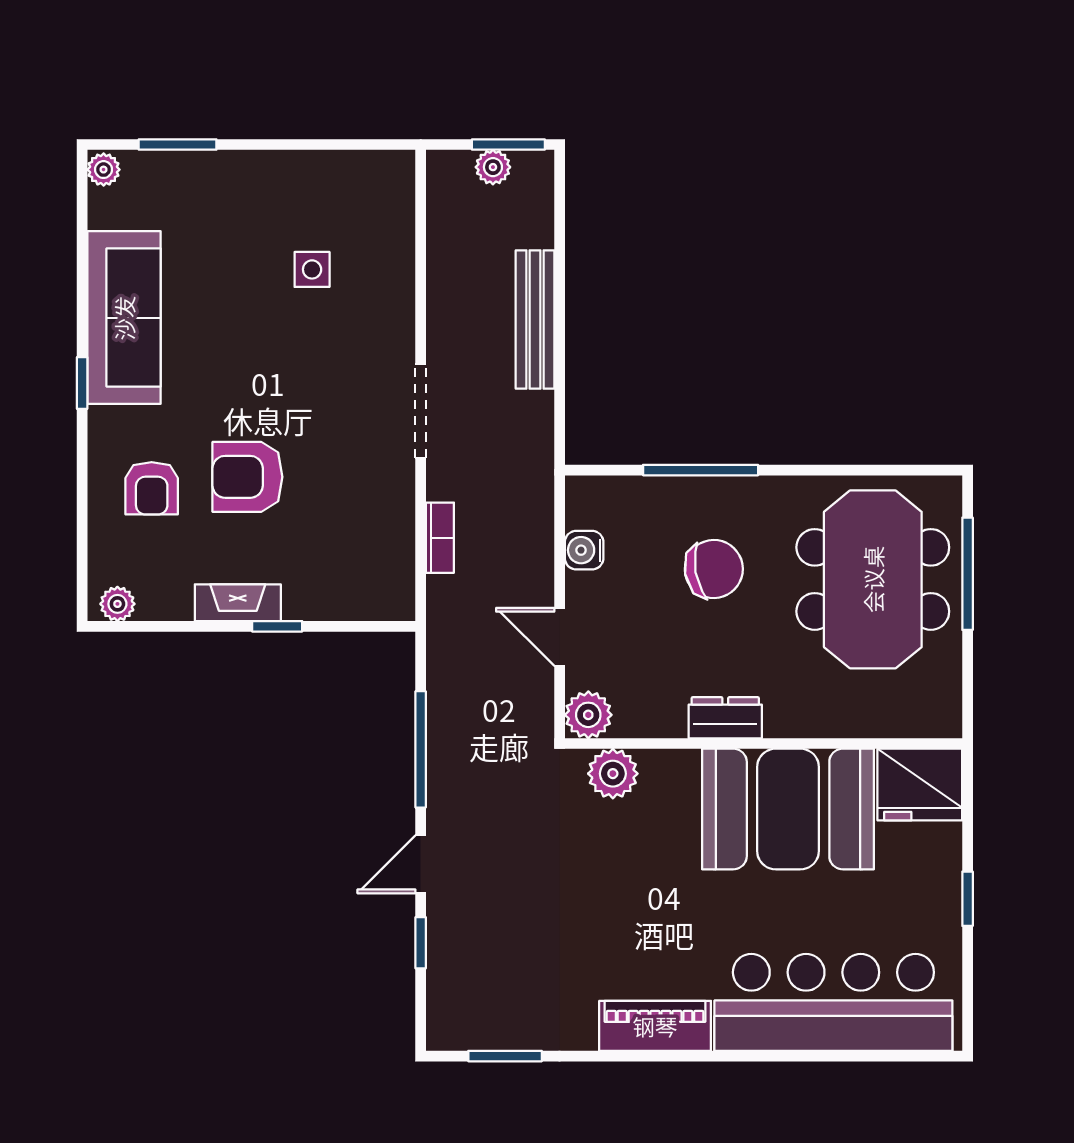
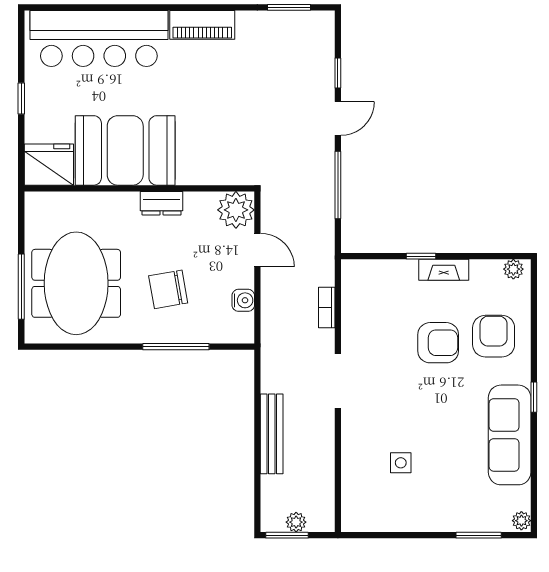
armchair: (152, 488) -> (494, 336), width x1.38, depth x1.38
plant: (588, 715) -> (236, 210), width x1.36, depth x1.36
plant: (613, 774) -> (227, 171), removed

